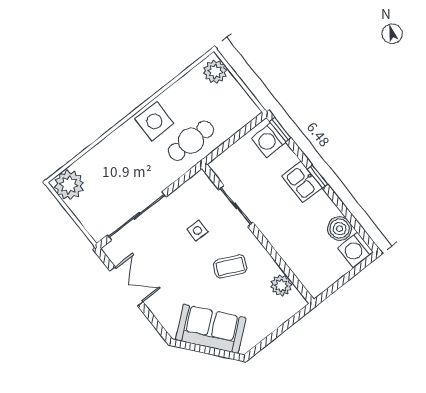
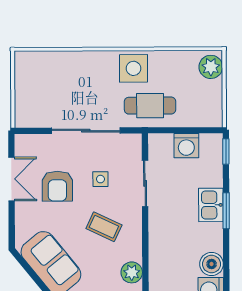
washing machine: (269, 140) -> (186, 146), moved, turned -90
window: (318, 177) -> (226, 211), width x1.50
plant: (69, 185) -> (29, 66), removed
sliding door: (137, 216) -> (86, 131), moved
armchair: (167, 263) -> (57, 186), added

